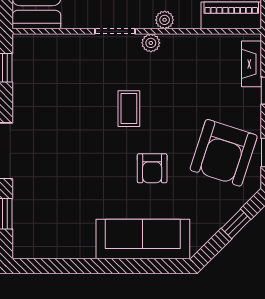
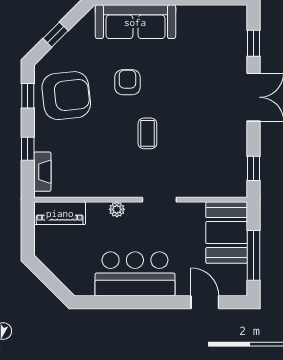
plant: (151, 43) -> (129, 190), removed
armchair: (224, 153) -> (66, 96), turned 66

